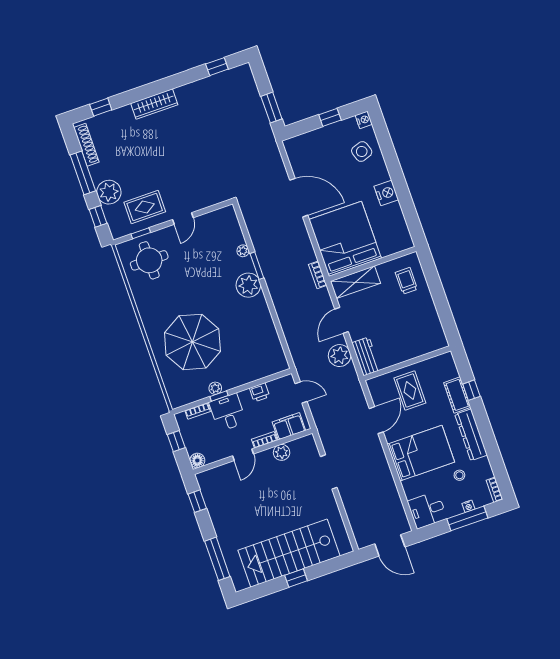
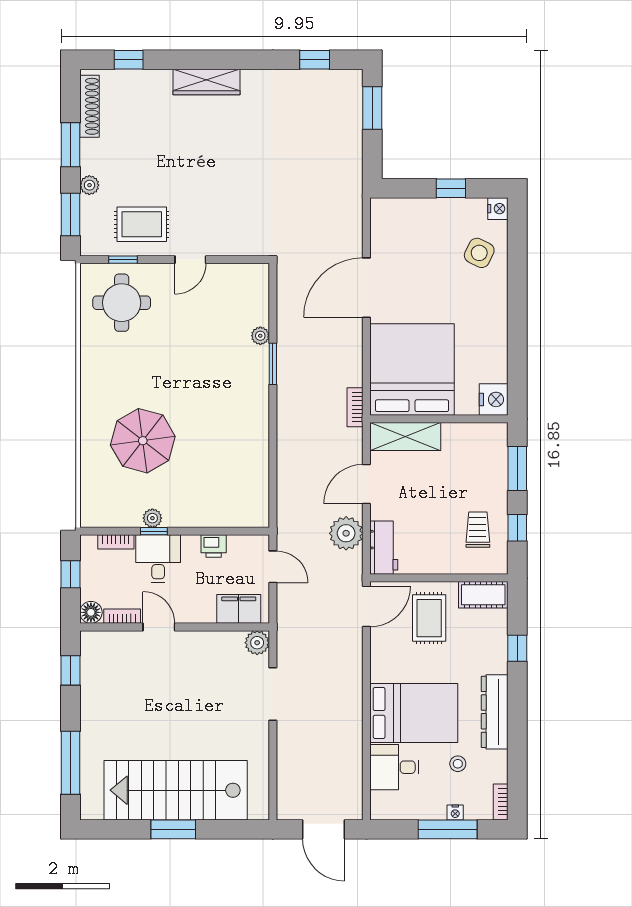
window: (271, 108) -> (372, 108), moved
side table: (362, 151) -> (479, 253), turned 45
window: (83, 173) -> (70, 145), width x0.69
plant: (109, 192) -> (89, 185), width x0.53, depth x0.53
nightstand: (386, 193) -> (494, 399), moved
door: (299, 198) -> (366, 288), swing flipped
window: (98, 216) -> (70, 214), width x1.50
window: (432, 278) -> (517, 469), added
trolley: (406, 281) -> (478, 530), moved
plant: (248, 285) -> (251, 387), removed
window: (445, 315) -> (517, 528), added
parasol: (192, 342) -> (143, 441), width x0.73, depth x0.73
cot: (457, 395) -> (483, 595), moved, turned 90
door: (376, 420) -> (366, 606), moved
bookcase: (264, 440) -> (122, 616), moved
plant: (282, 452) -> (257, 643), moved
door: (243, 455) -> (159, 627), swing flipped
desk: (427, 510) -> (394, 767), moved
window: (296, 578) -> (173, 829), width x1.50

